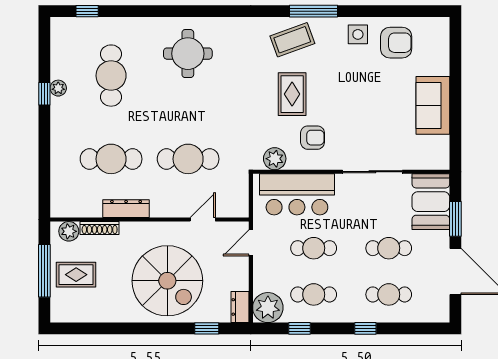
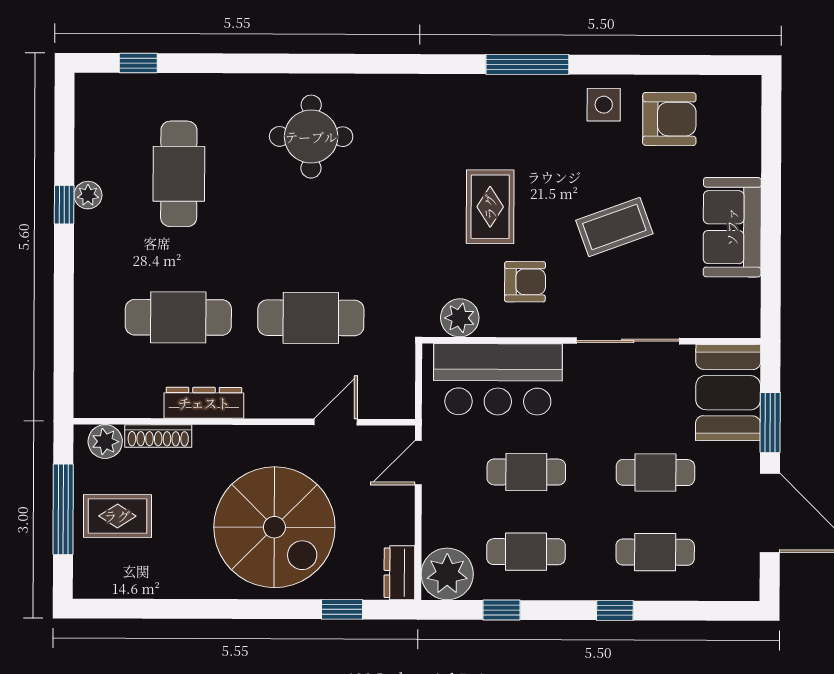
coffee table: (292, 40) -> (614, 227), moved

